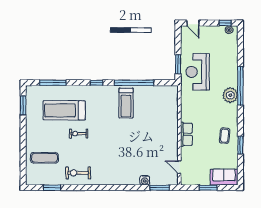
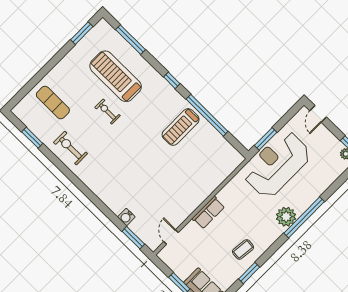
reception desk: (198, 72) -> (277, 164), width x1.36, depth x1.30

